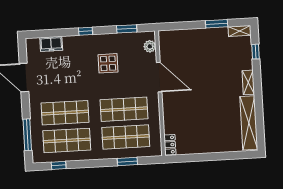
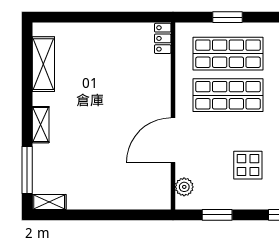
window: (217, 24) -> (83, 215), removed
window: (255, 52) -> (27, 170), width x2.17
door: (159, 77) -> (173, 140), hinge flipped
shelving: (249, 123) -> (43, 64), width x0.68

